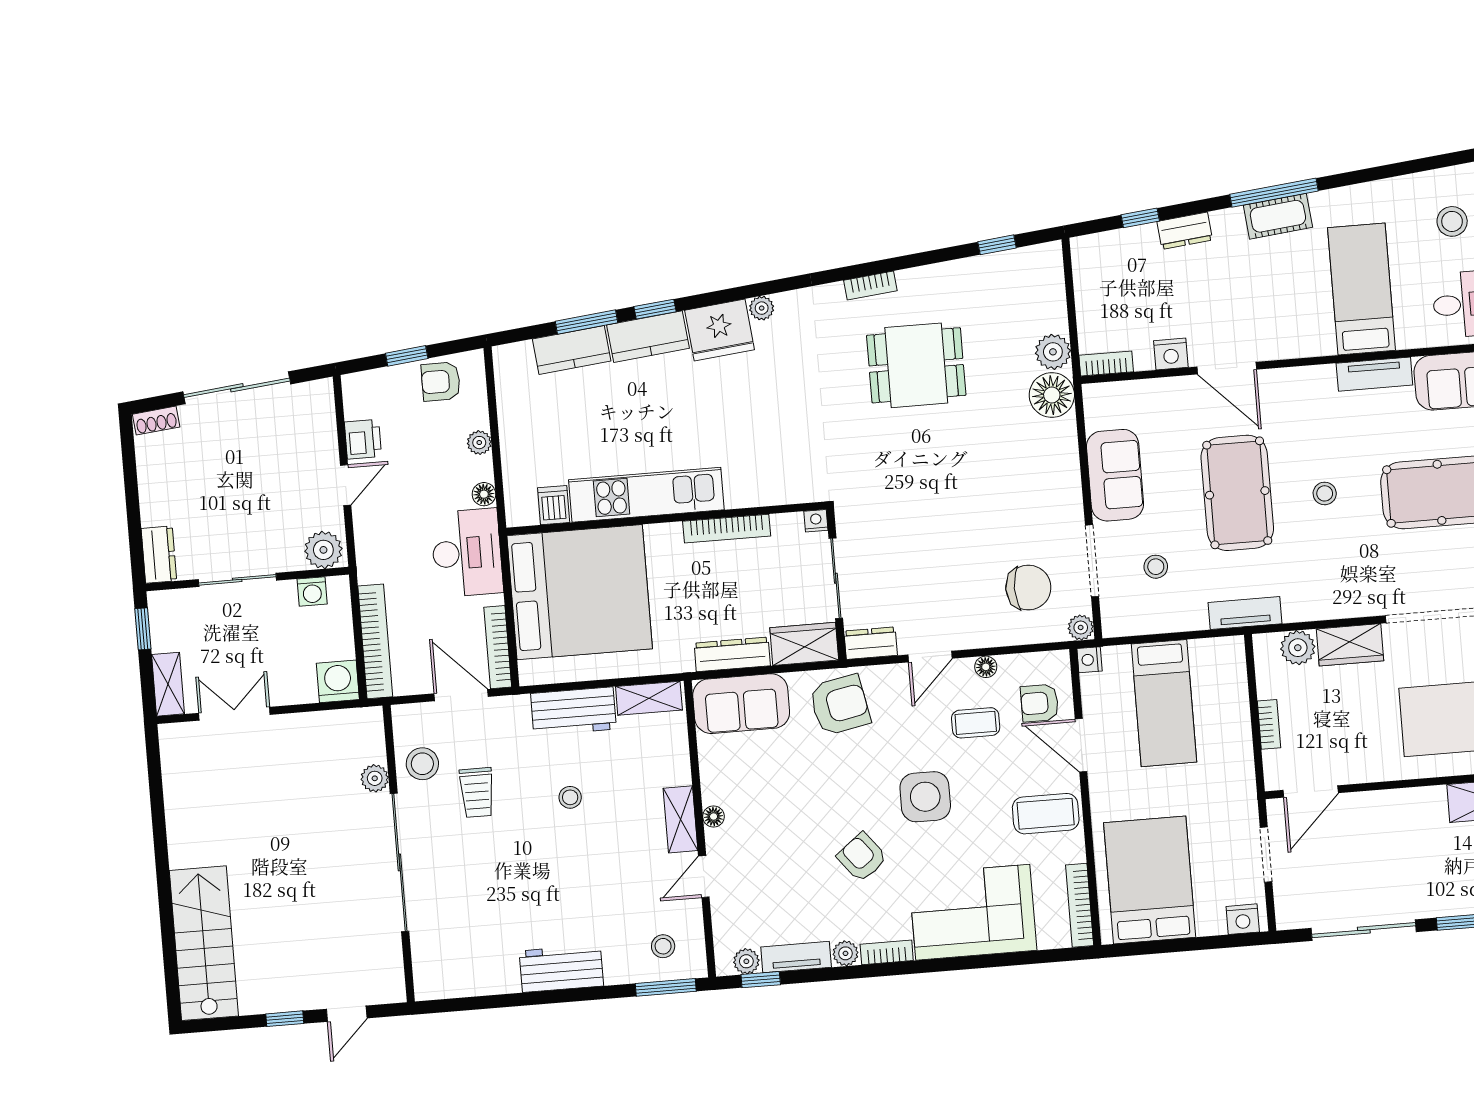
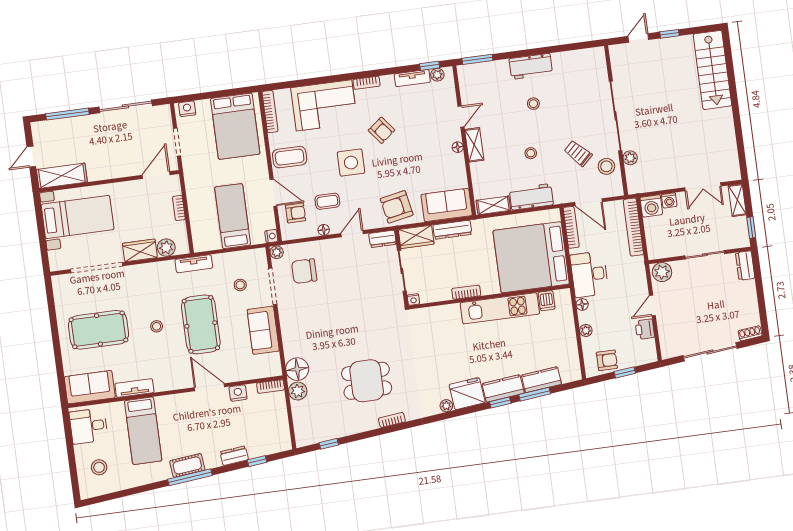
bookcase: (727, 529) -> (466, 292), width x0.64
washing machine: (312, 592) -> (669, 200), moved, turned 180
trolley: (477, 792) -> (578, 153), turned -44
stool: (663, 946) -> (533, 104), moved
plant: (845, 953) -> (387, 81), removed

